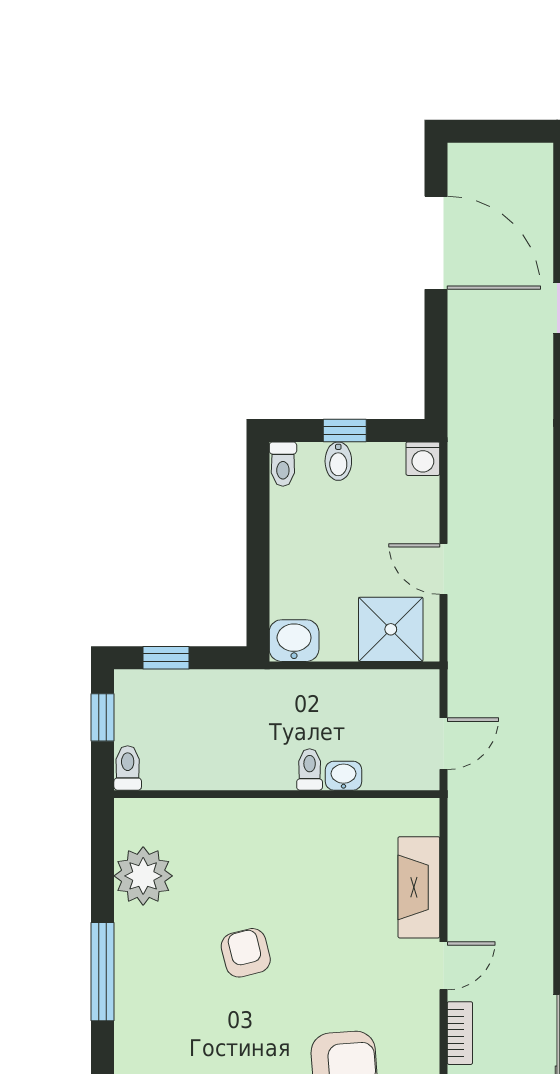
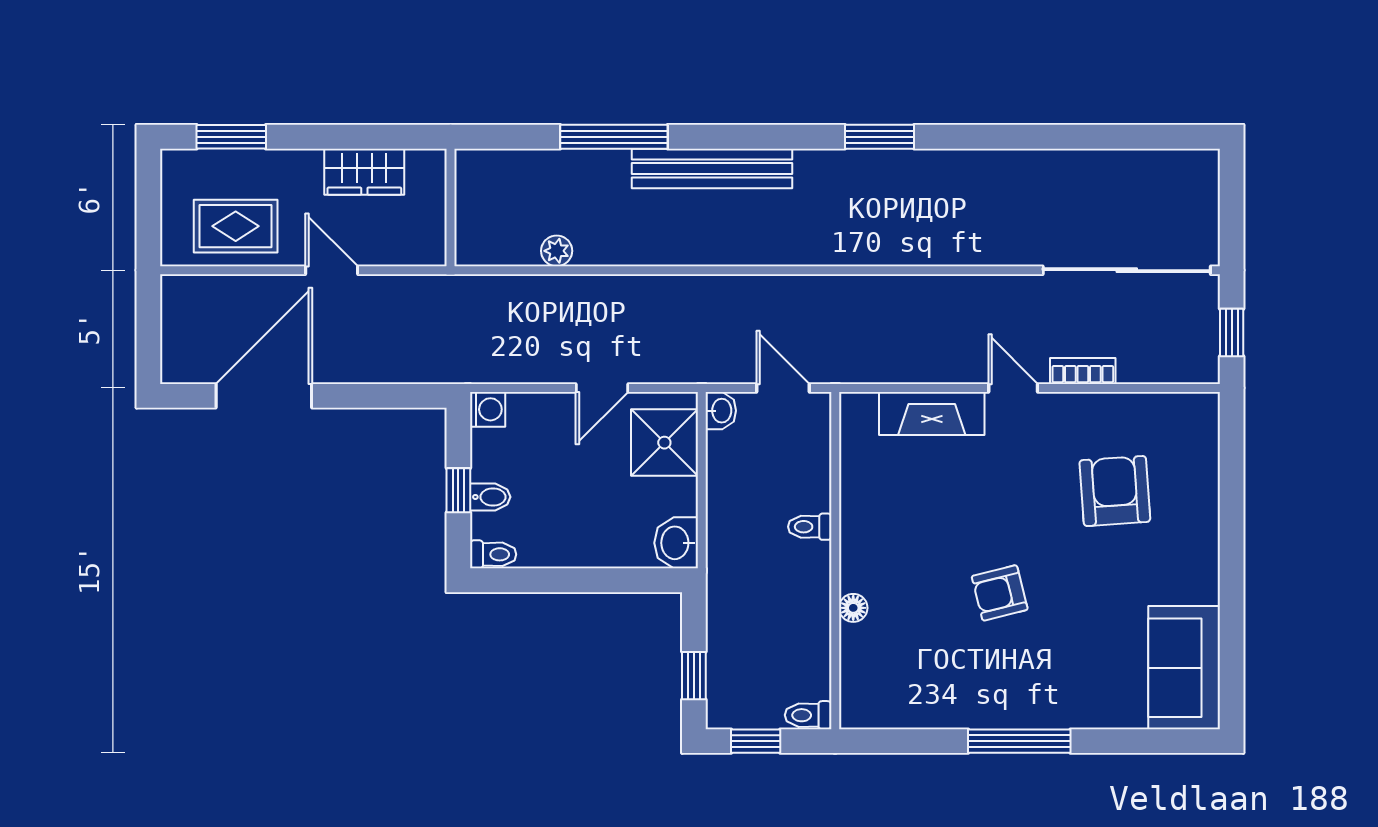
washbasin: (344, 776) -> (721, 411), moved, turned 180
floor lamp: (231, 812) -> (853, 608), added
plant: (143, 876) -> (920, 699), removed

